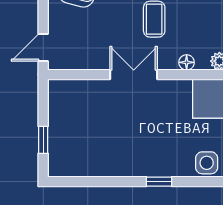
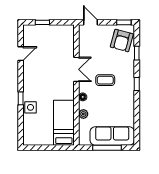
door: (103, 182) -> (21, 54), added
window: (159, 182) -> (21, 98), moved

